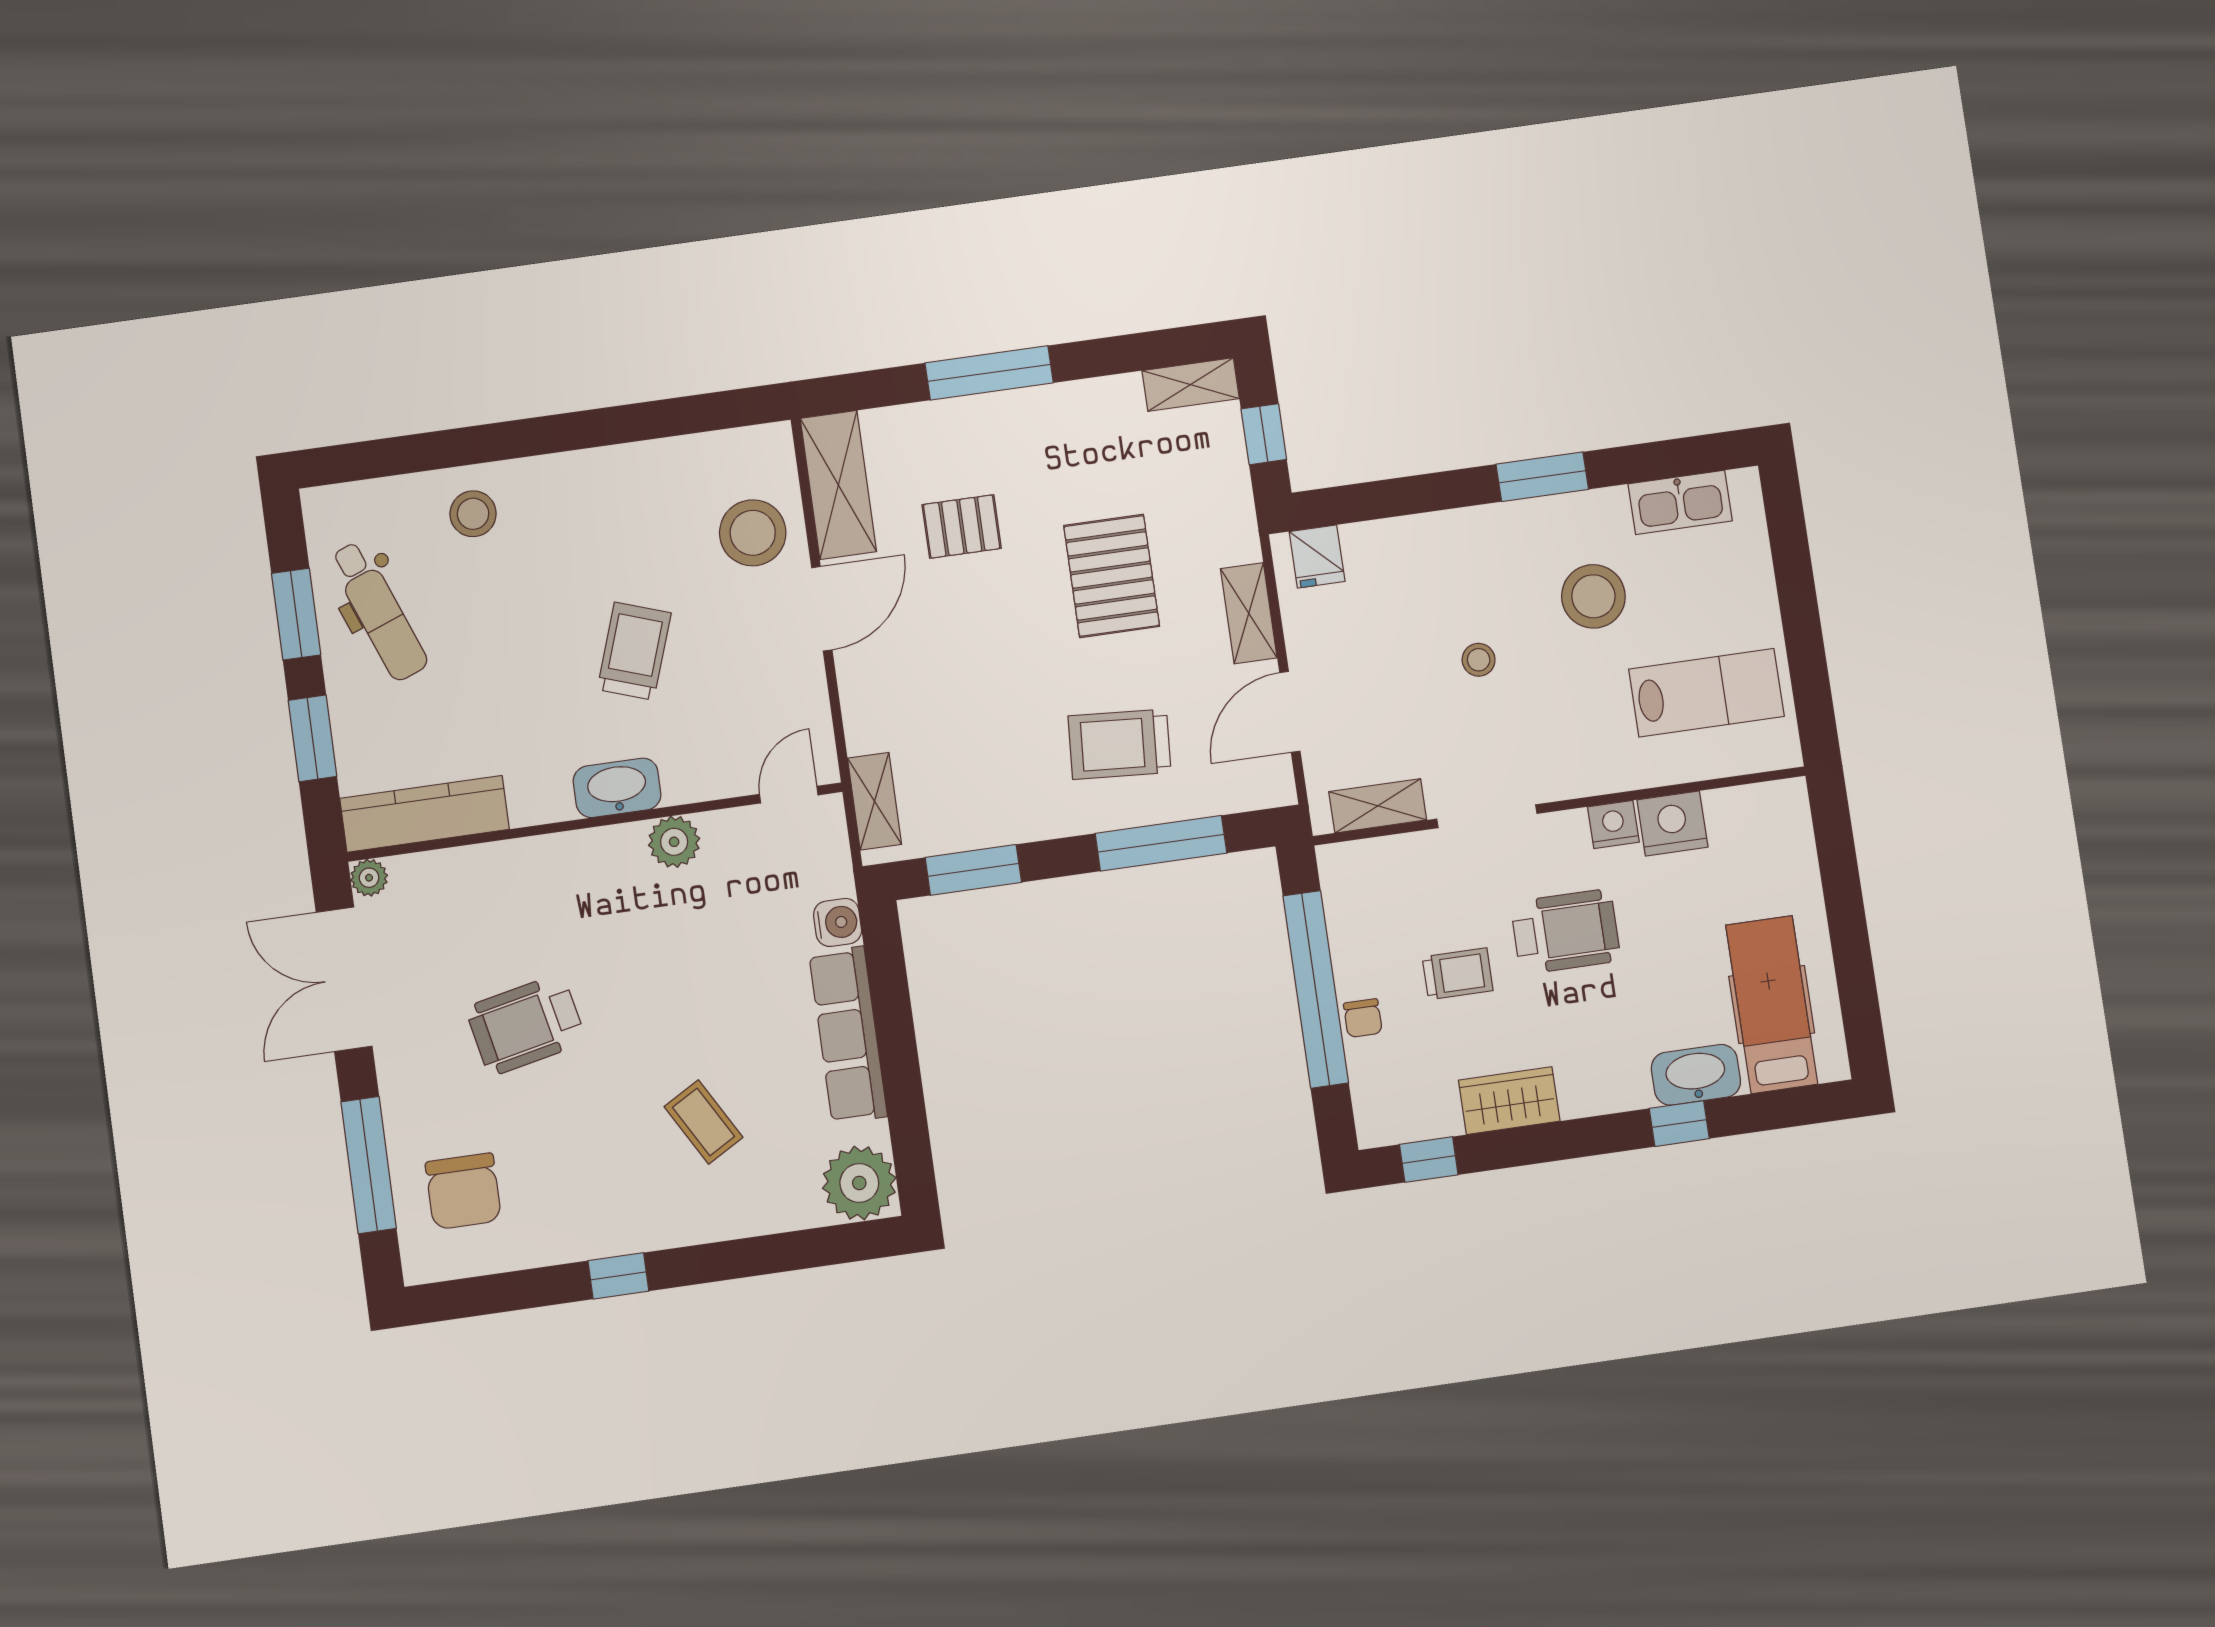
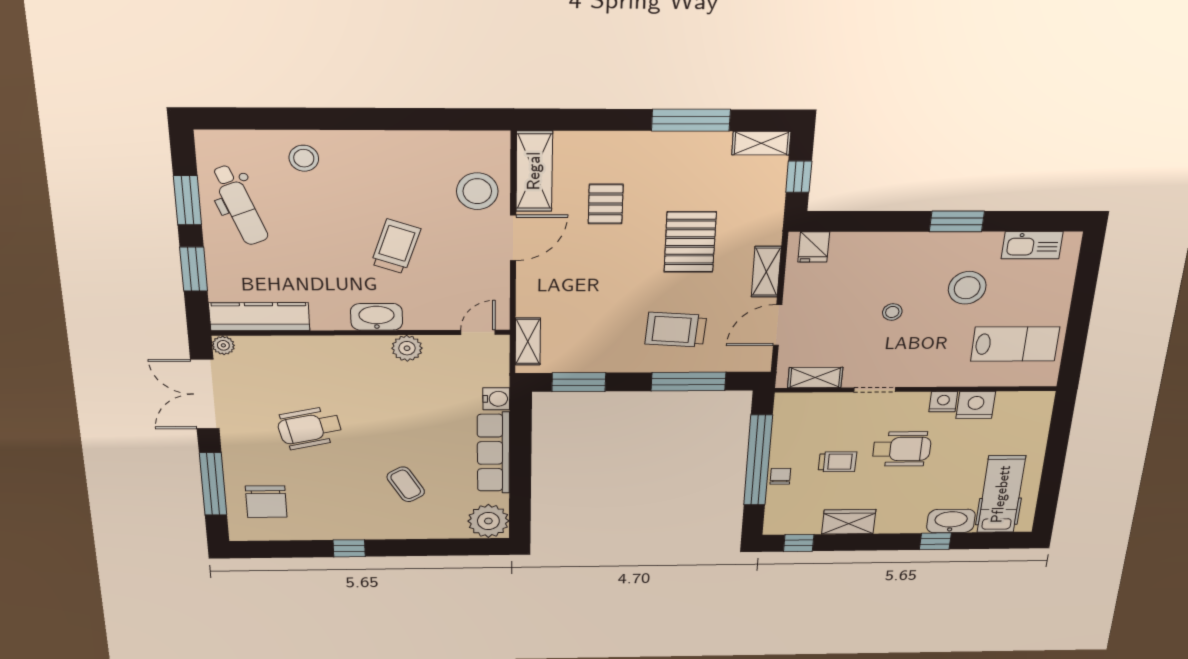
window: (989, 373) -> (691, 120), moved
pallet: (962, 526) -> (606, 204), turned 90
doorway: (1487, 816) -> (875, 390), width x0.73
chair: (1363, 1018) -> (780, 476), turned 180

